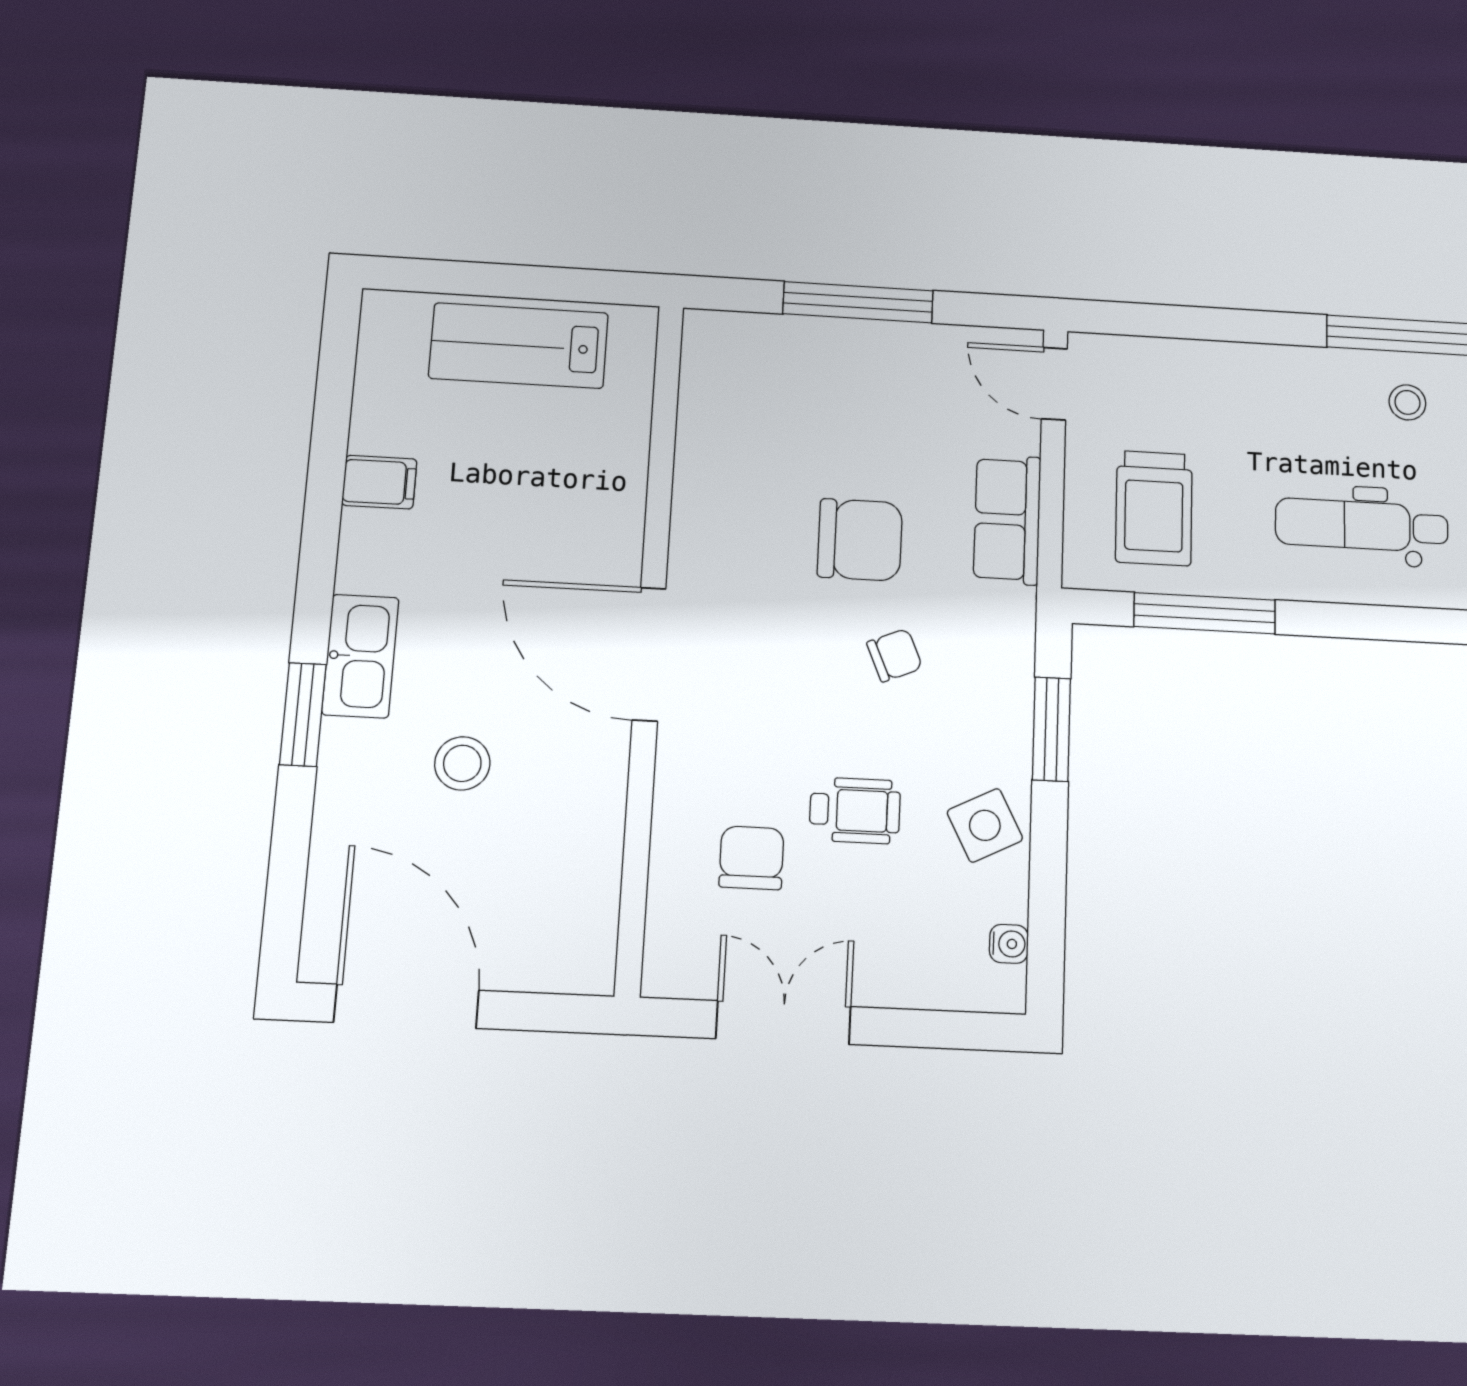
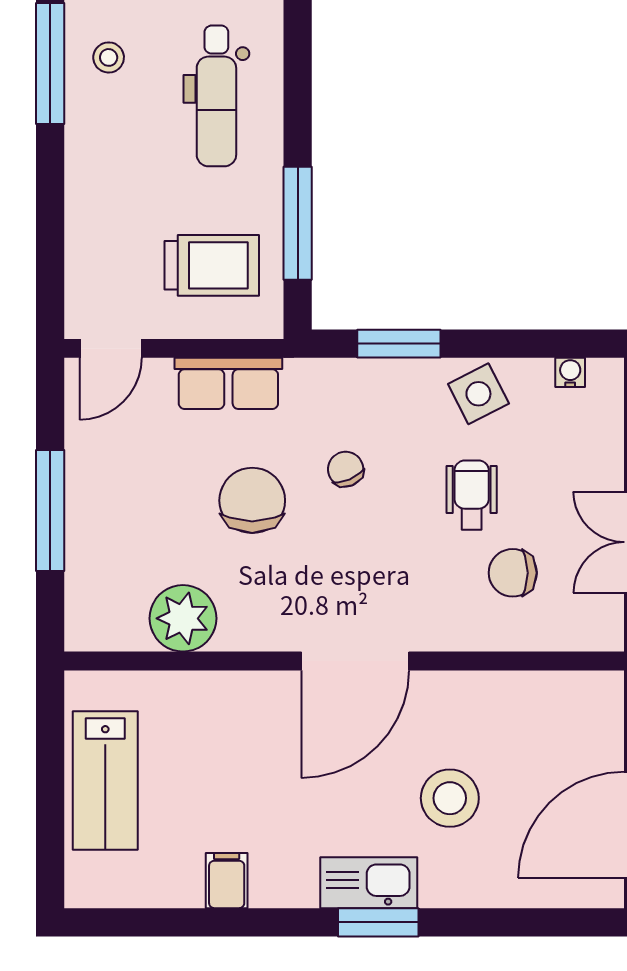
plant: (716, 449) -> (183, 618), added
window: (303, 714) -> (378, 922), moved
stool: (462, 763) -> (450, 798), width x1.38, depth x1.38

